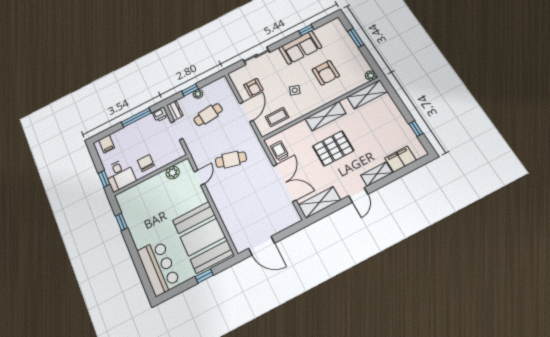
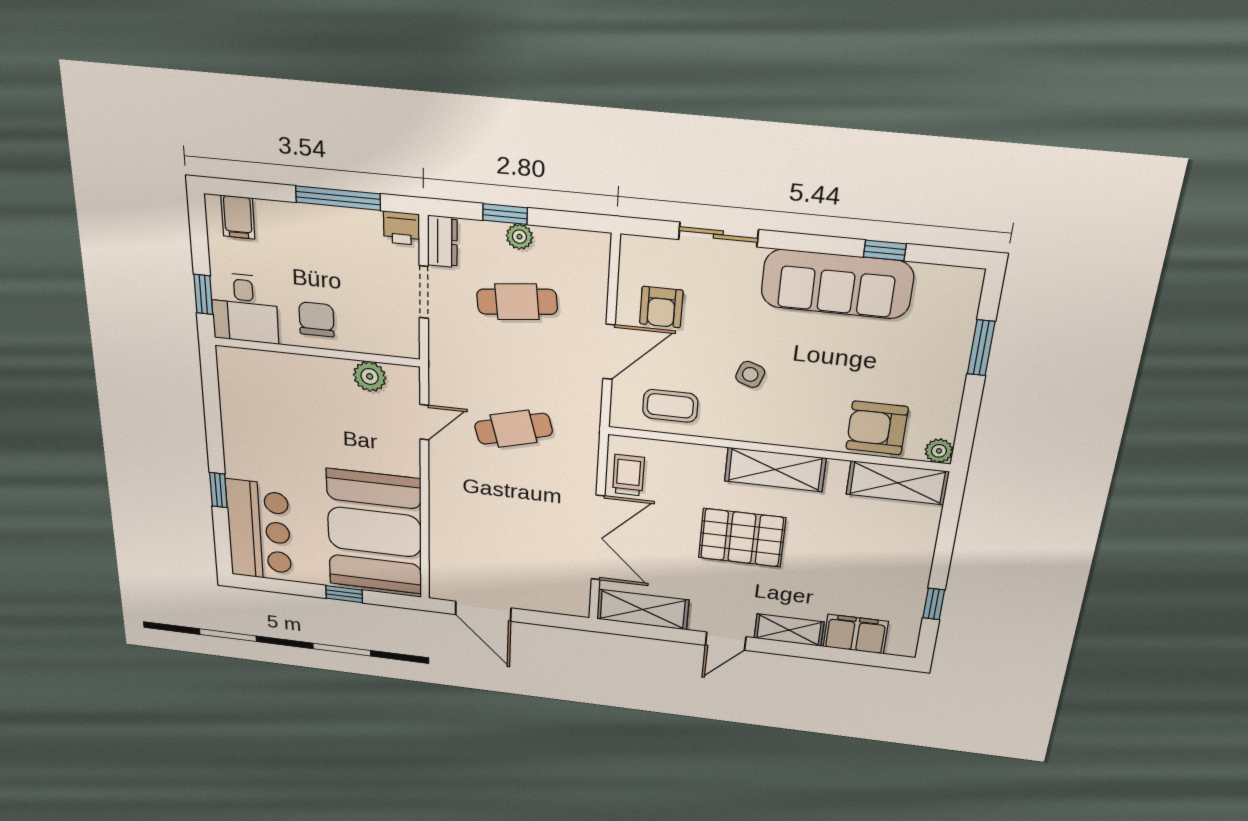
sofa: (300, 47) -> (837, 284), width x1.36
armchair: (326, 73) -> (877, 428), moved, turned 90
cafe table: (231, 160) -> (514, 429), turned -30
window: (121, 222) -> (218, 490), moved

